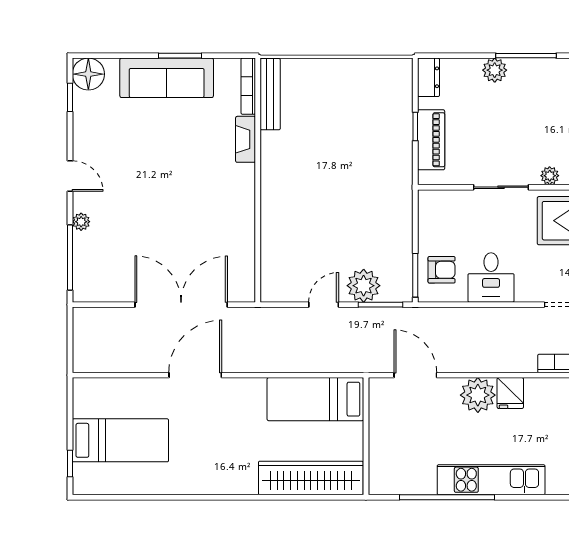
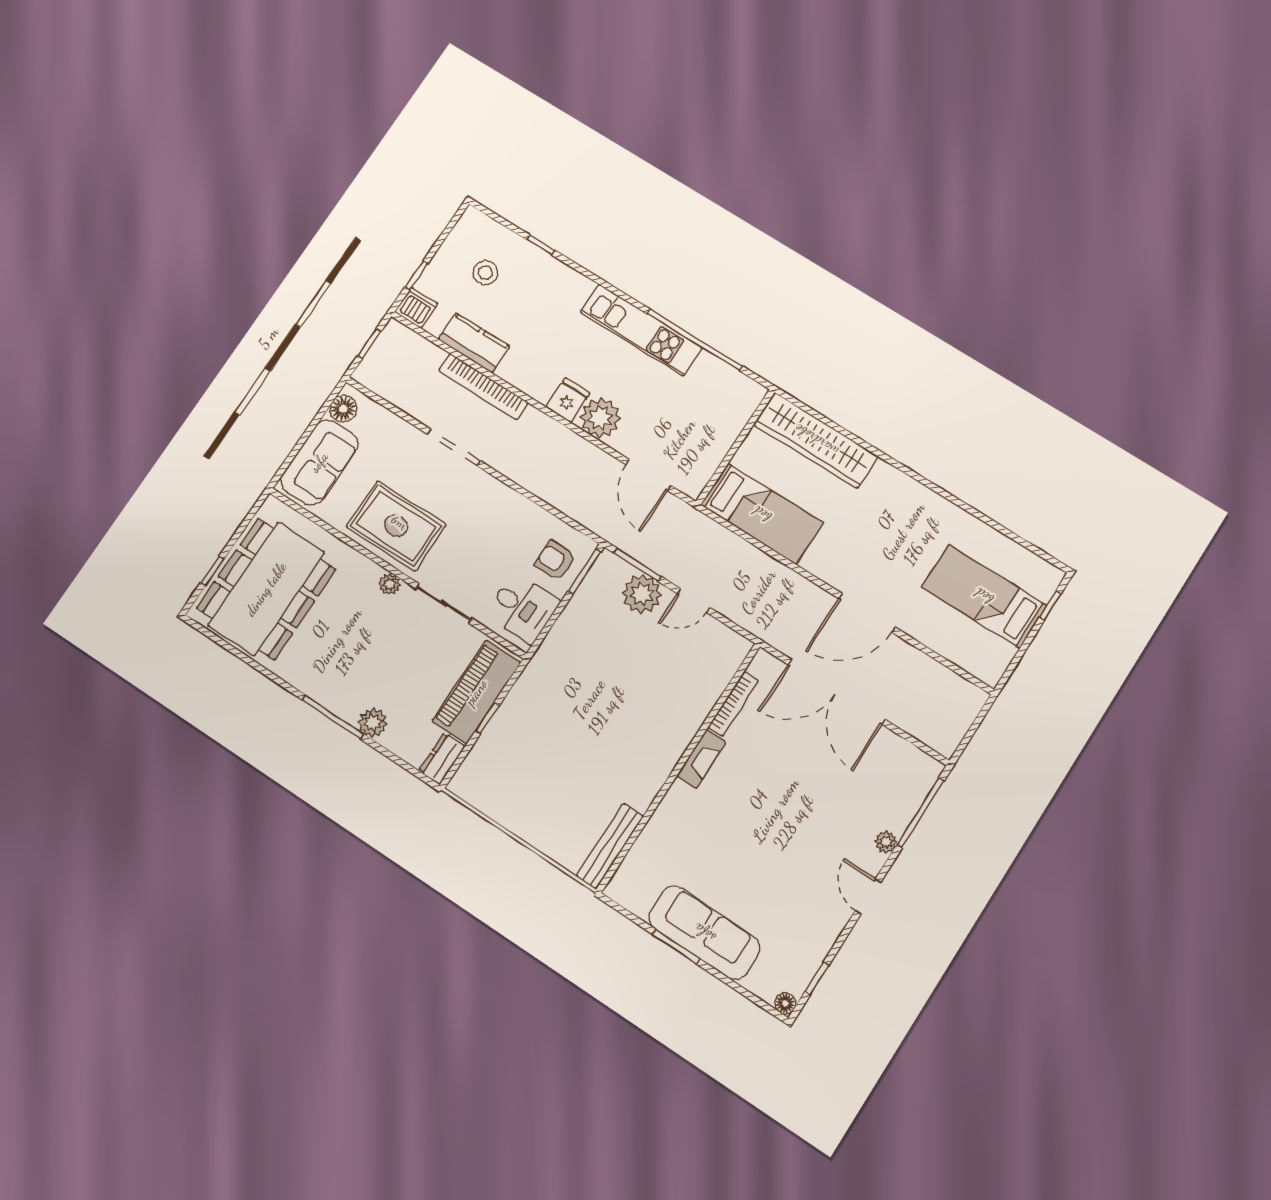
floor lamp: (88, 74) -> (785, 1003), width x0.53, depth x0.53
bookcase: (248, 86) -> (733, 704), moved
fireplace: (246, 139) -> (701, 759), moved
piano: (431, 140) -> (476, 692), width x1.37, depth x1.33
desk: (491, 278) -> (522, 608), moved, turned 90

